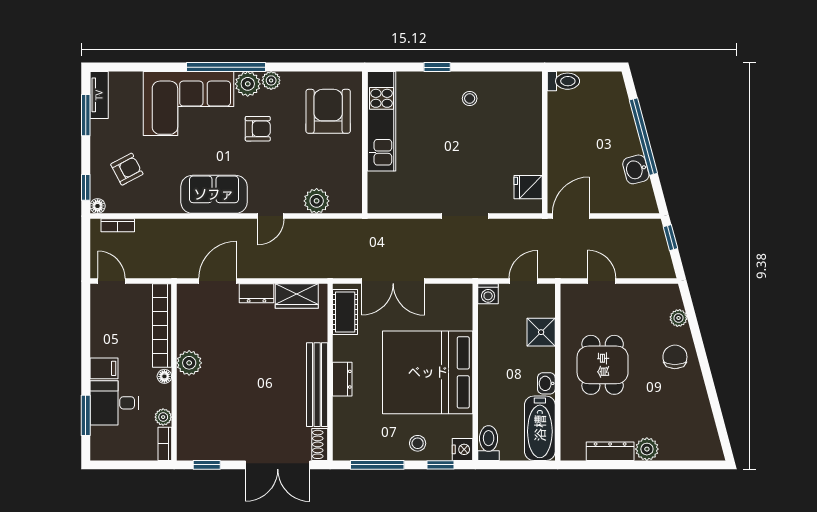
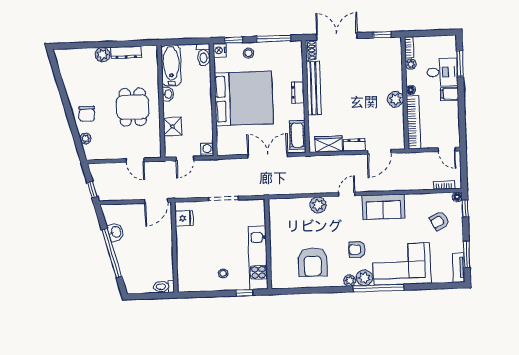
kitchen unit: (381, 121) -> (258, 258), moved
wall: (365, 142) -> (268, 244), moved

